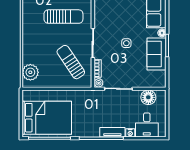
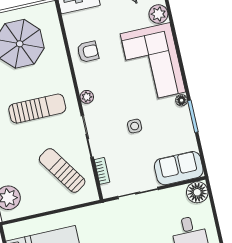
sofa: (157, 54) -> (179, 168), moved, turned 90
plant: (99, 83) -> (87, 97), moved
floor lamp: (148, 97) -> (197, 192), moved

